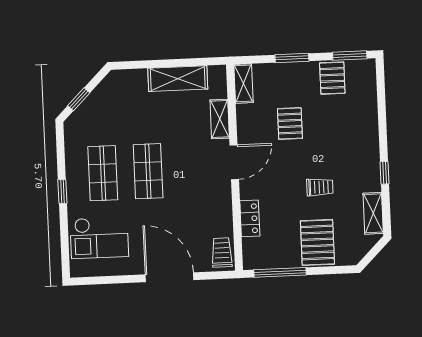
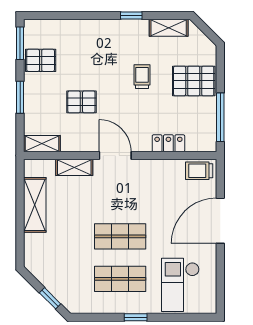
checkout: (99, 238) -> (180, 285), turned 180

